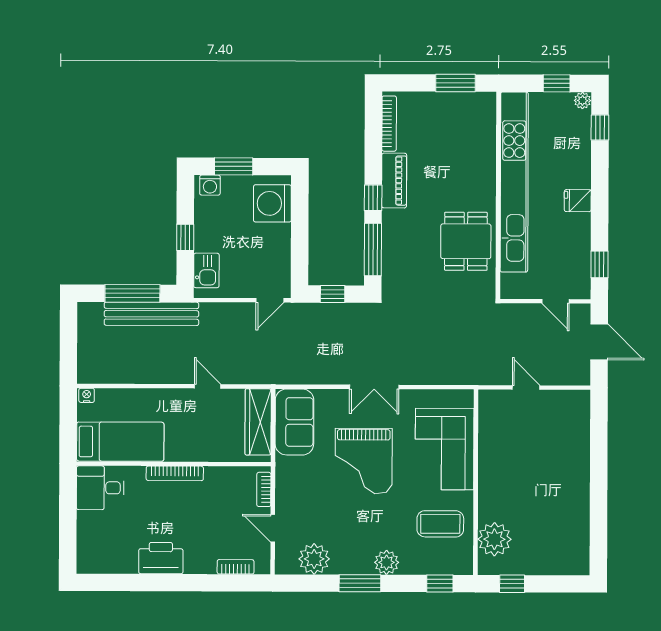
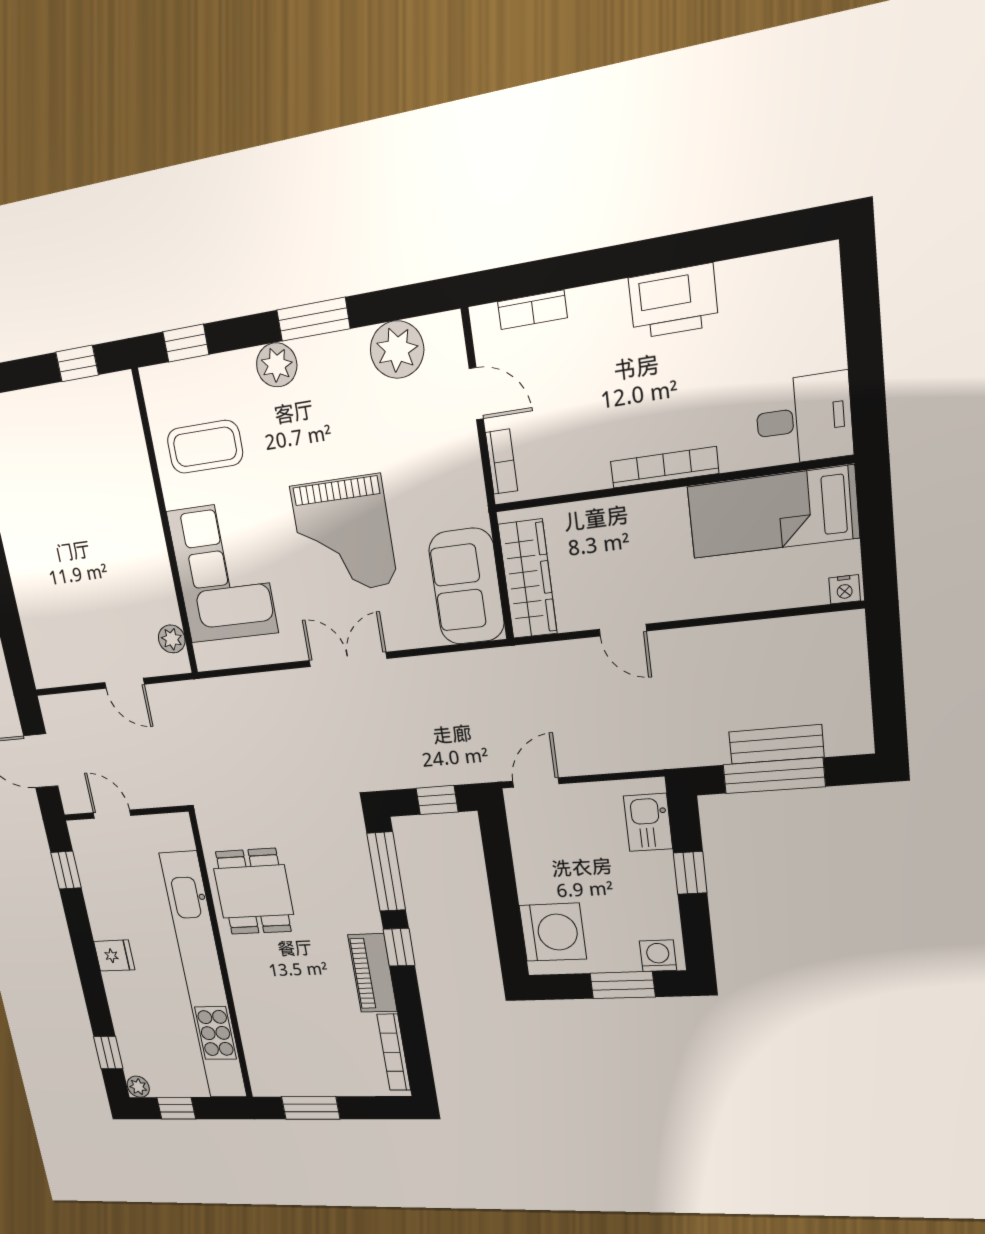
bench: (151, 314) -> (776, 744), width x0.54, depth x0.82
grand piano: (364, 461) -> (344, 535), turned 180
plant: (494, 539) -> (172, 639), moved, width x0.53, depth x0.53

